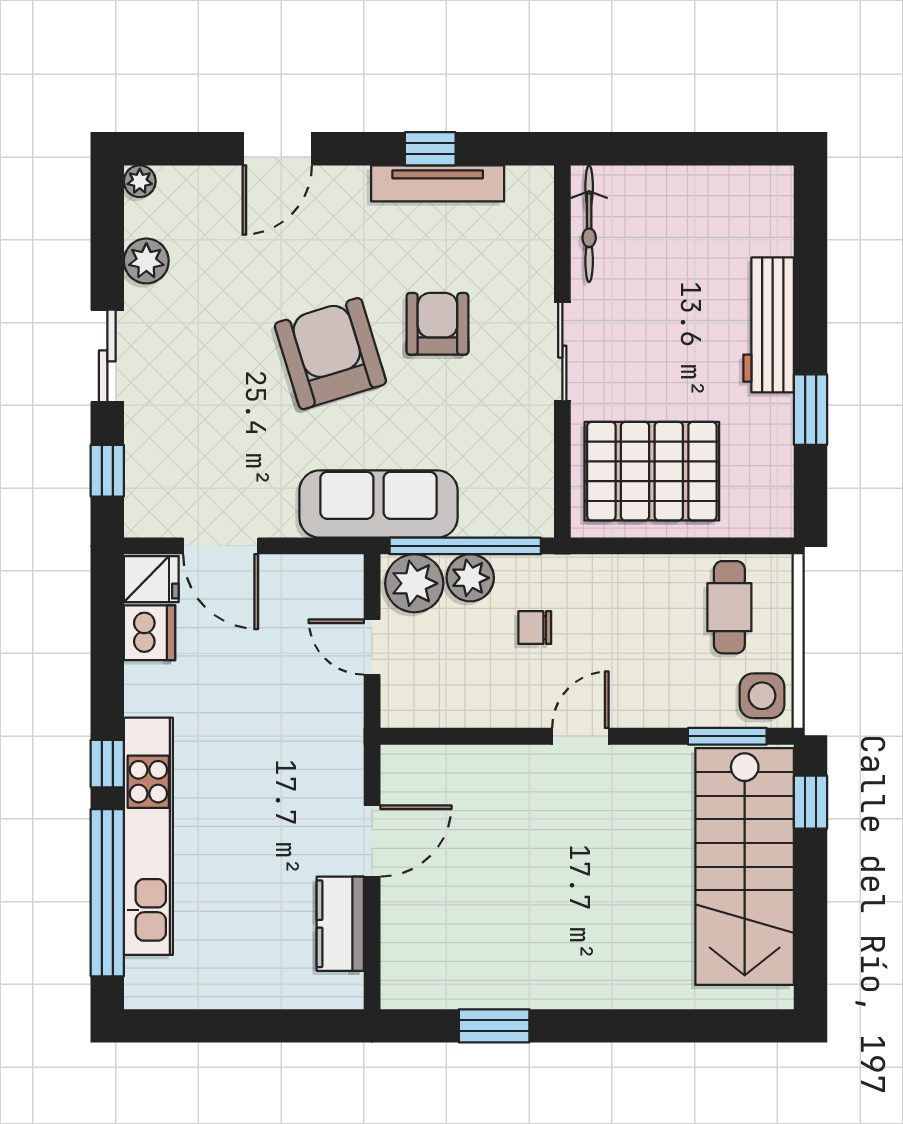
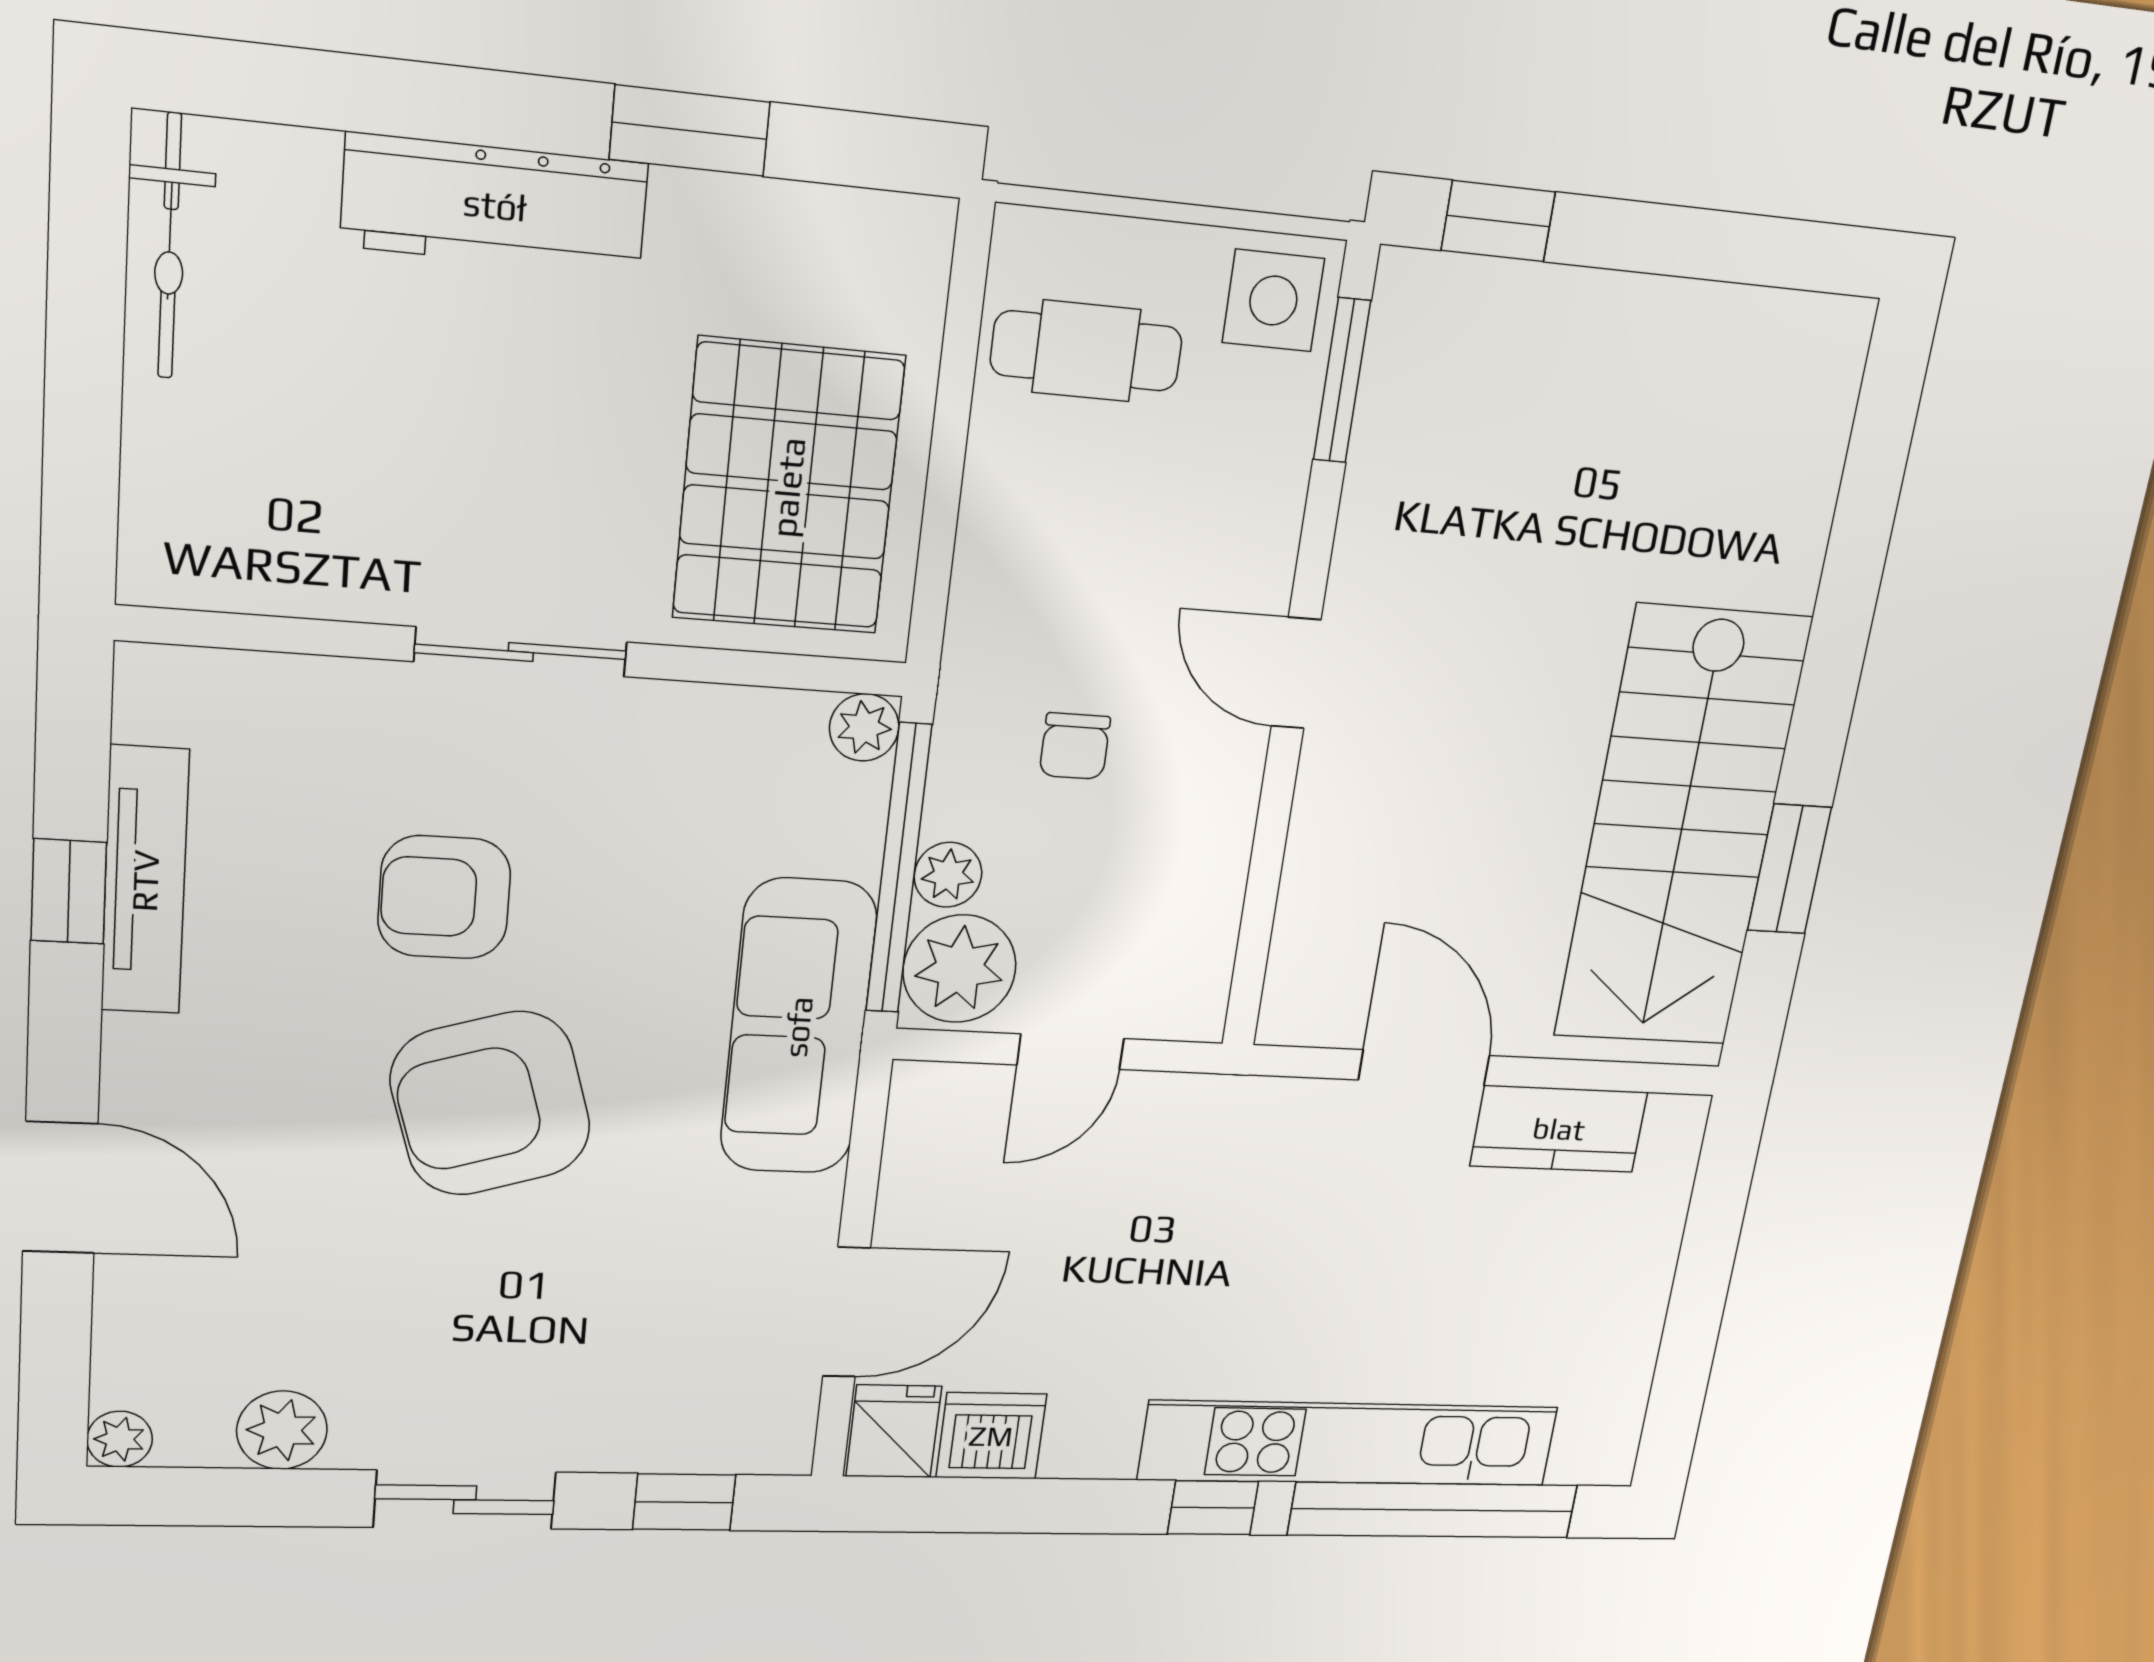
bicycle: (589, 224) -> (170, 247), moved, turned 90
plant: (537, 521) -> (864, 727), added
plant: (470, 578) -> (948, 875), width x0.73, depth x0.73
stairs: (745, 867) -> (1682, 829), moved, turned 90

